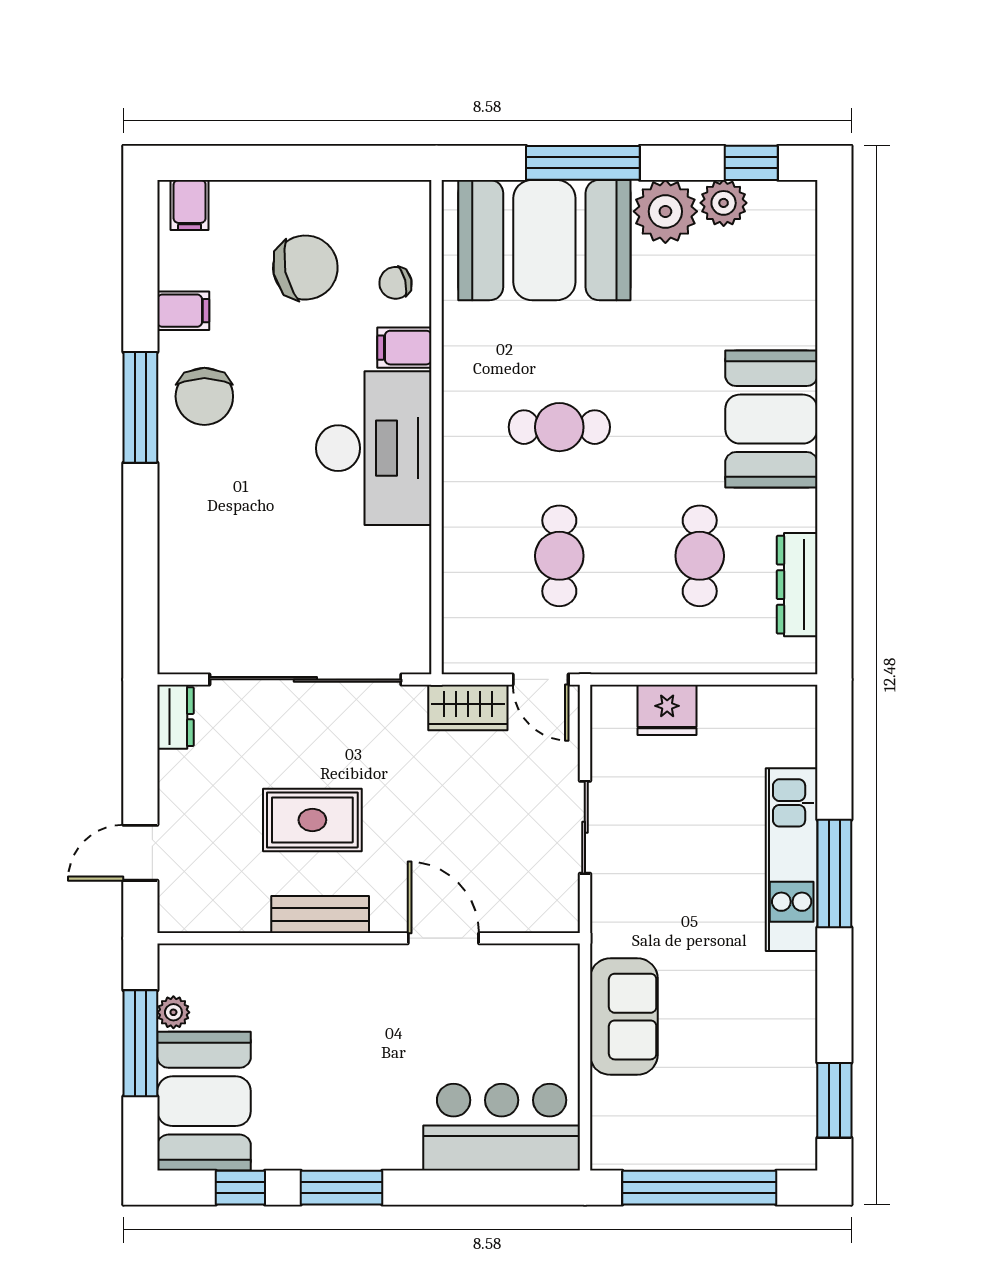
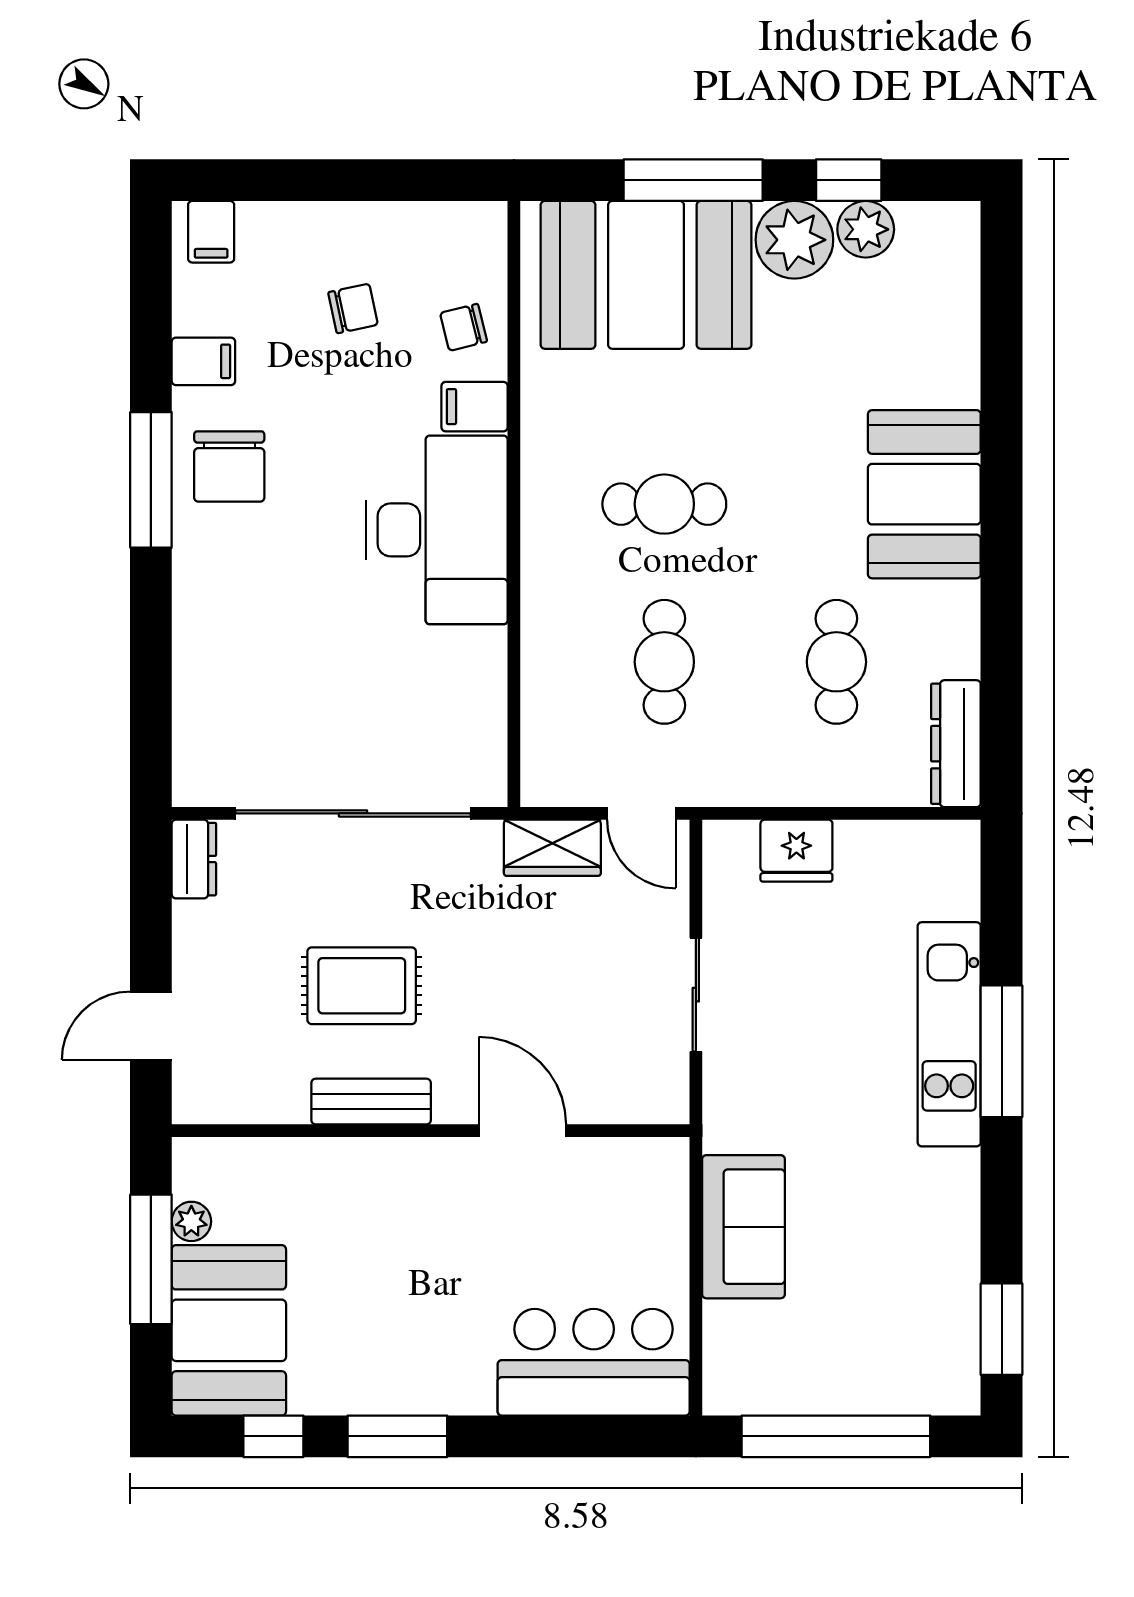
window: (751, 163) -> (849, 180), moved
chair: (305, 268) -> (353, 308), width x0.54, depth x0.54
dresser: (797, 585) -> (956, 744), moved

